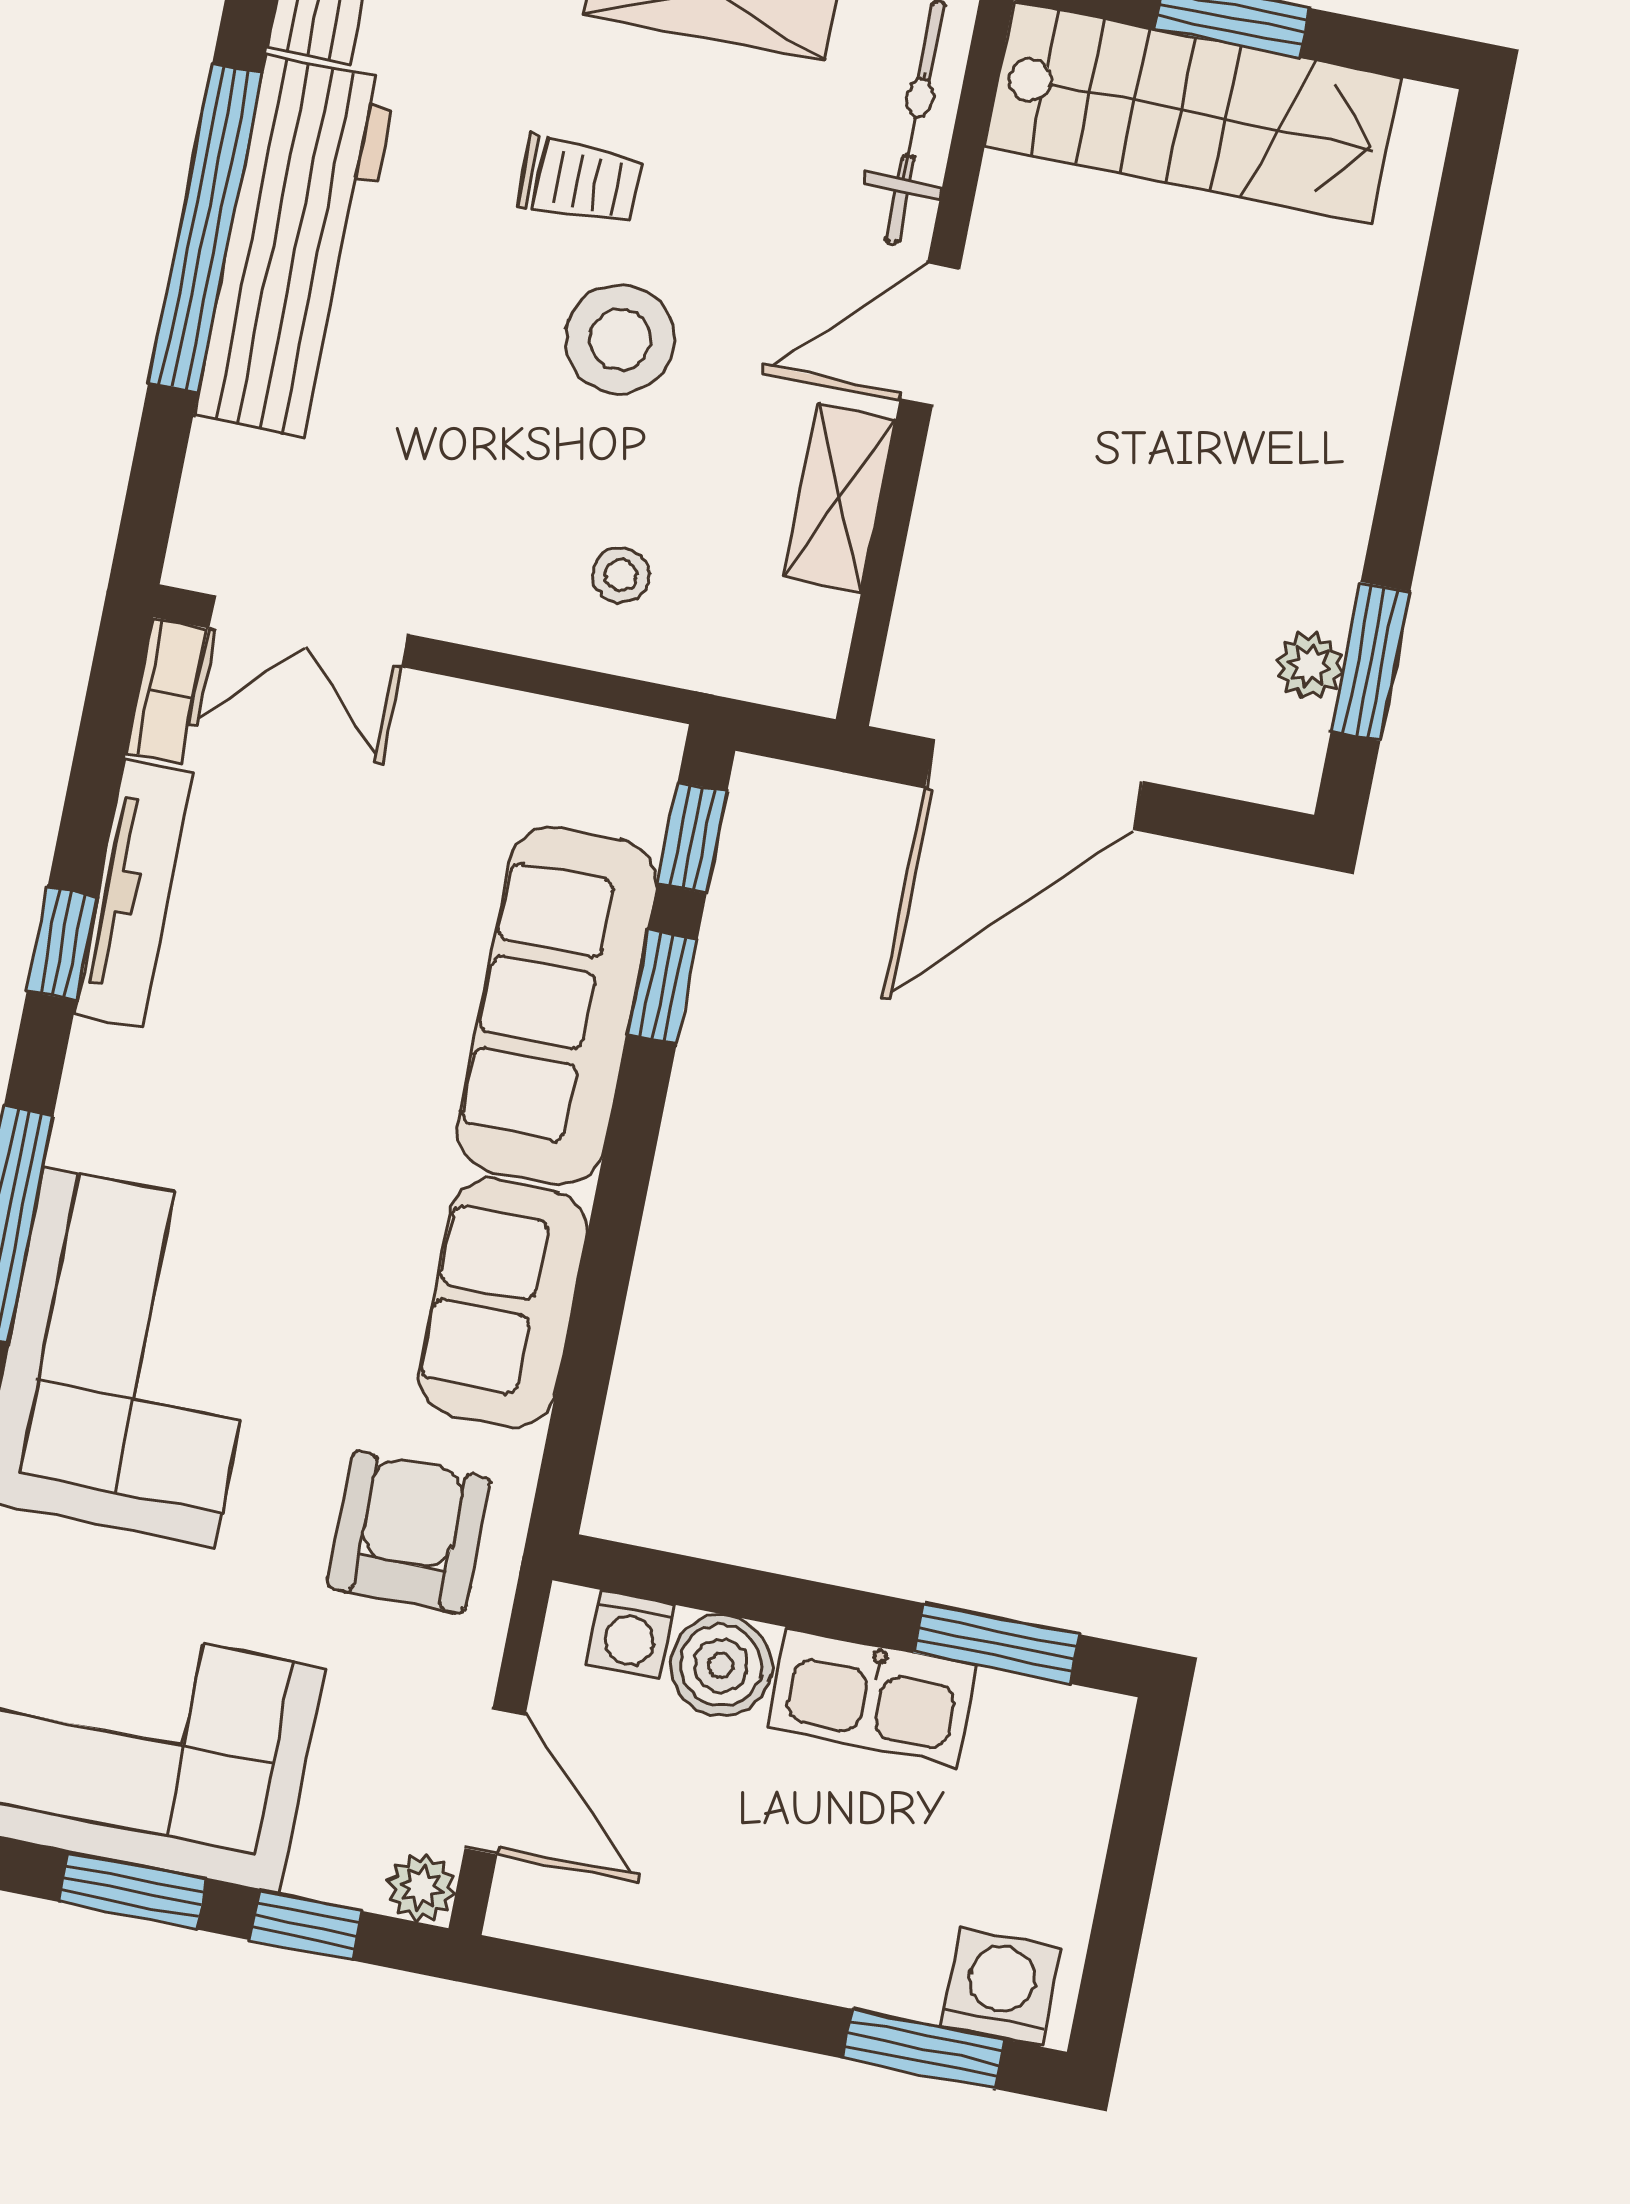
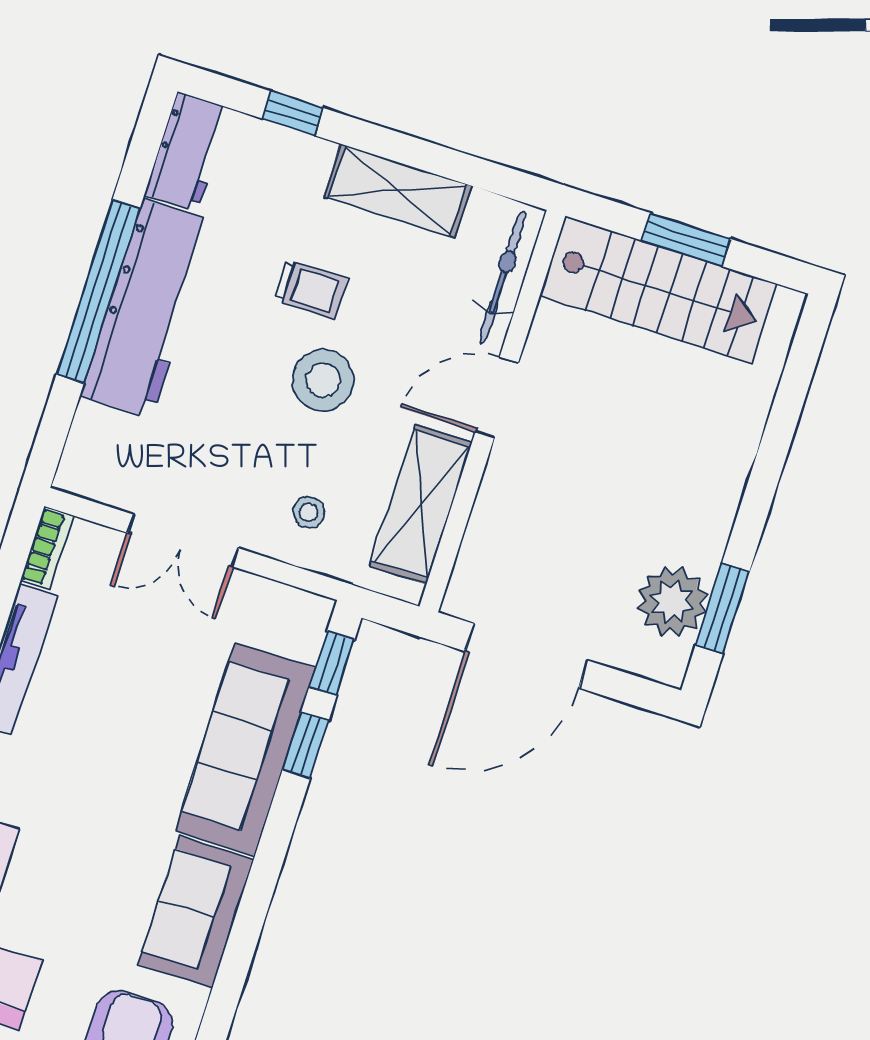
shelving: (840, 498) -> (421, 504), width x1.50, depth x1.33
double door: (308, 631) -> (183, 541), moved
plant: (1309, 665) -> (672, 602), width x1.87, depth x1.87

